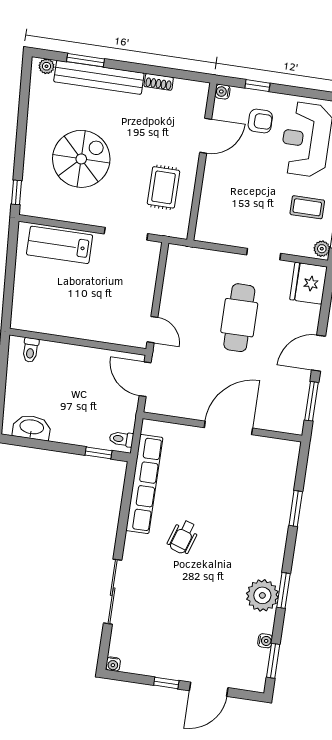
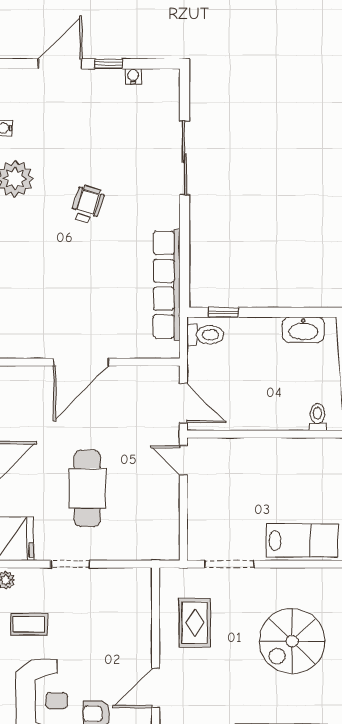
toilet: (121, 439) -> (205, 335), width x1.37, depth x1.39
wheelchair: (183, 537) -> (87, 205), moved
water cooler: (113, 664) -> (133, 76), moved

